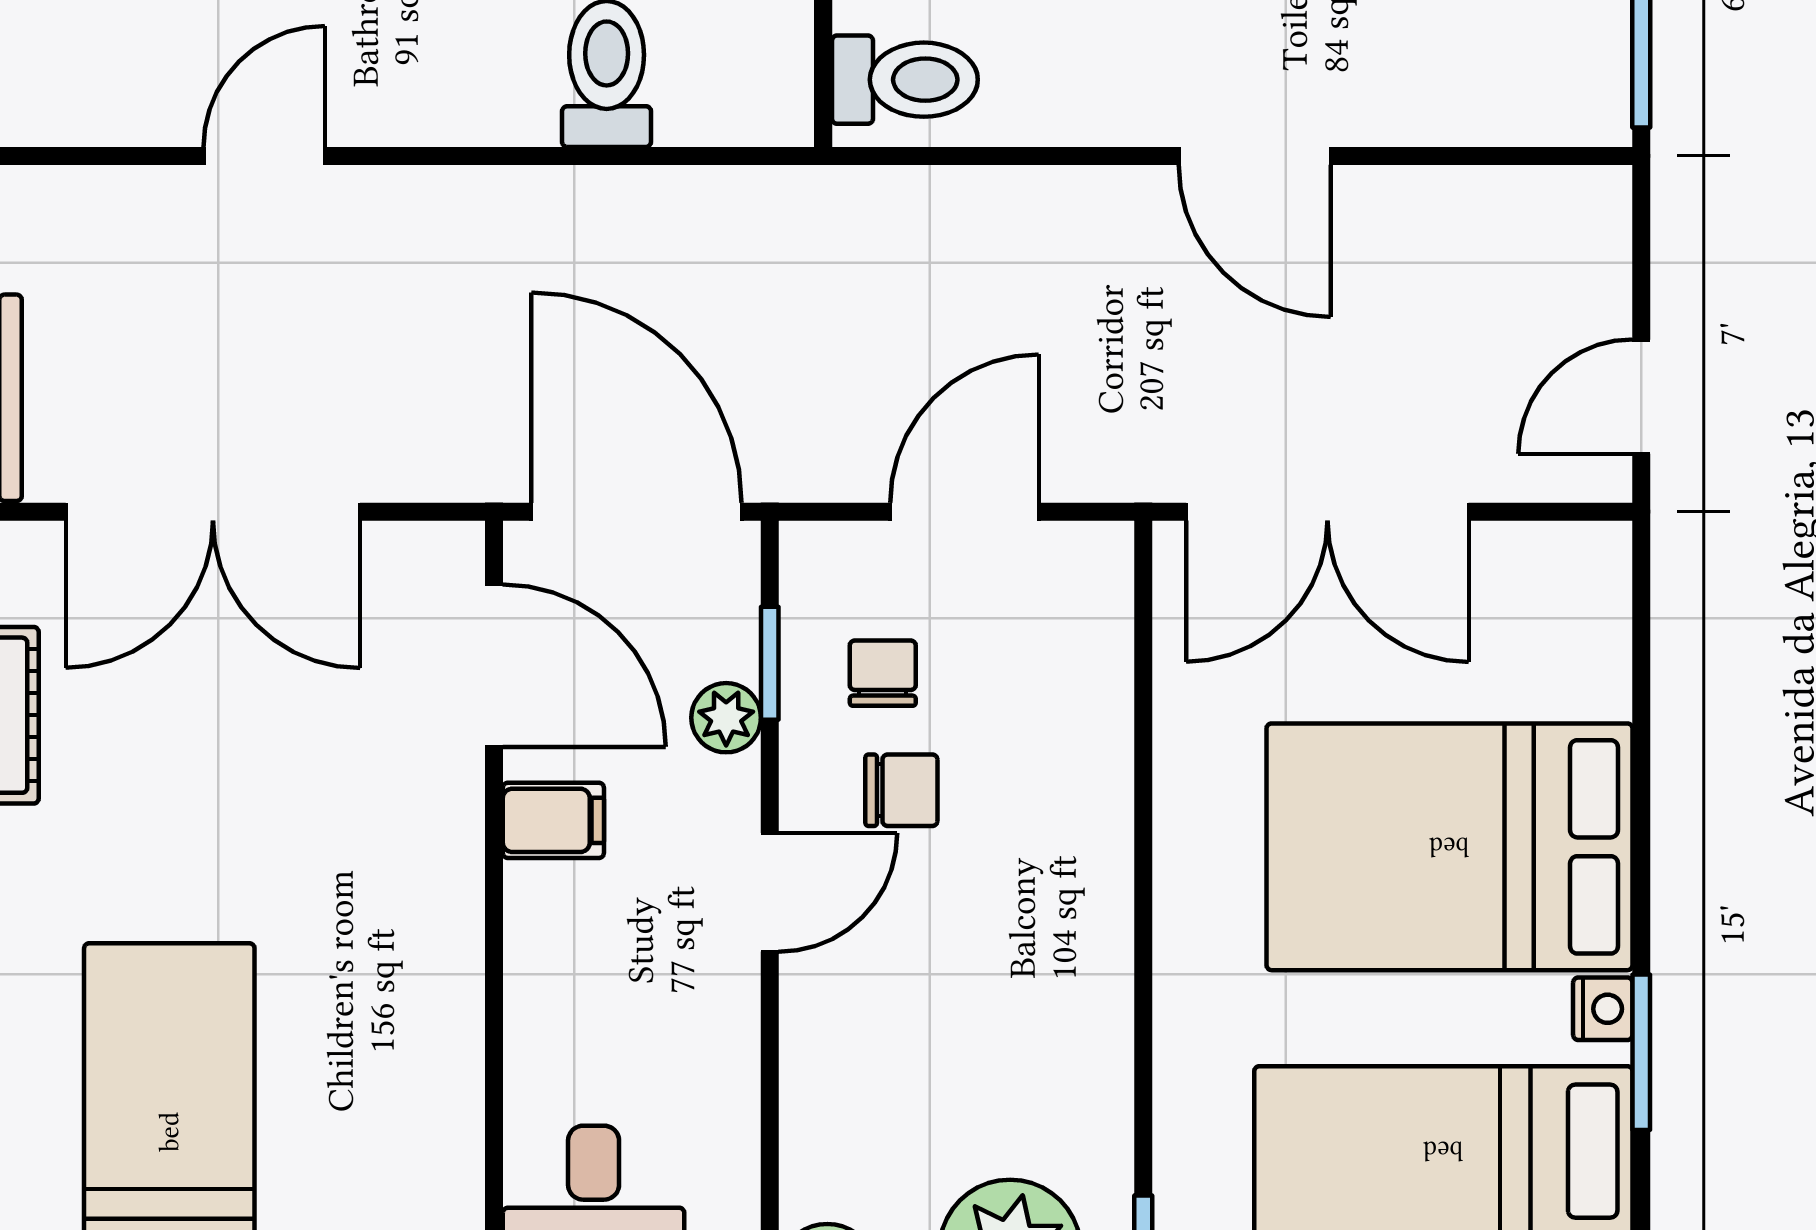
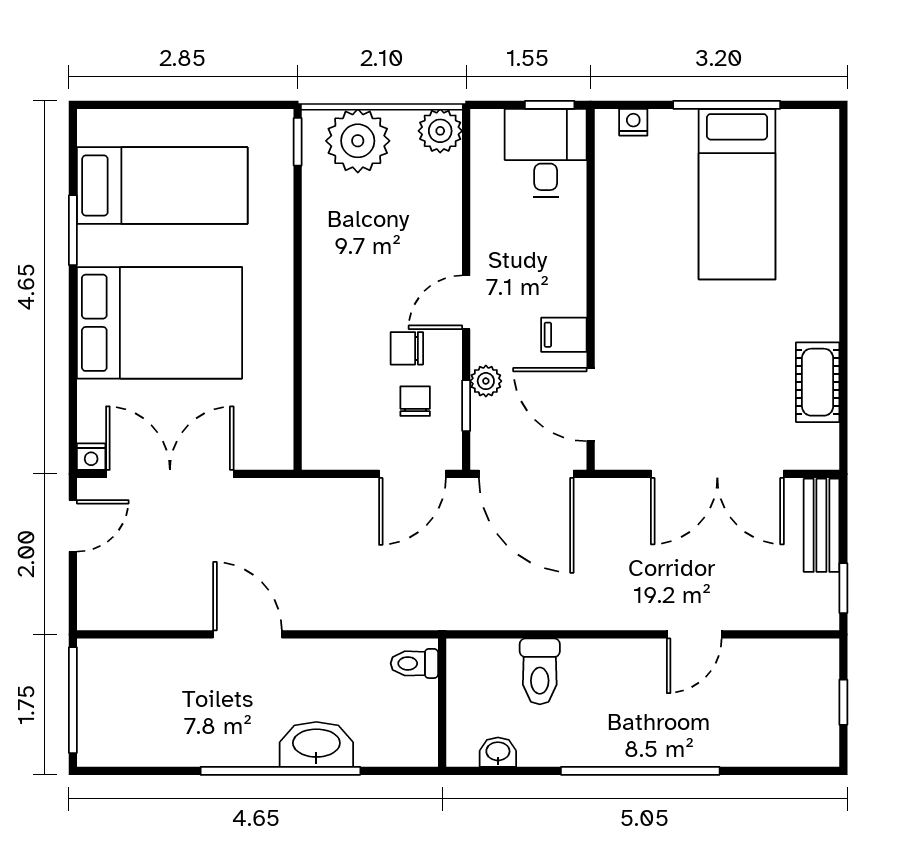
toilet: (905, 80) -> (414, 663), width x0.73, depth x0.72
double door: (213, 512) -> (717, 474), swing flipped
door: (964, 512) -> (412, 474), moved
double door: (1327, 512) -> (170, 474), moved
chair: (883, 673) -> (415, 401), turned 180
nightstand: (1603, 1009) -> (91, 457), moved, turned -90

